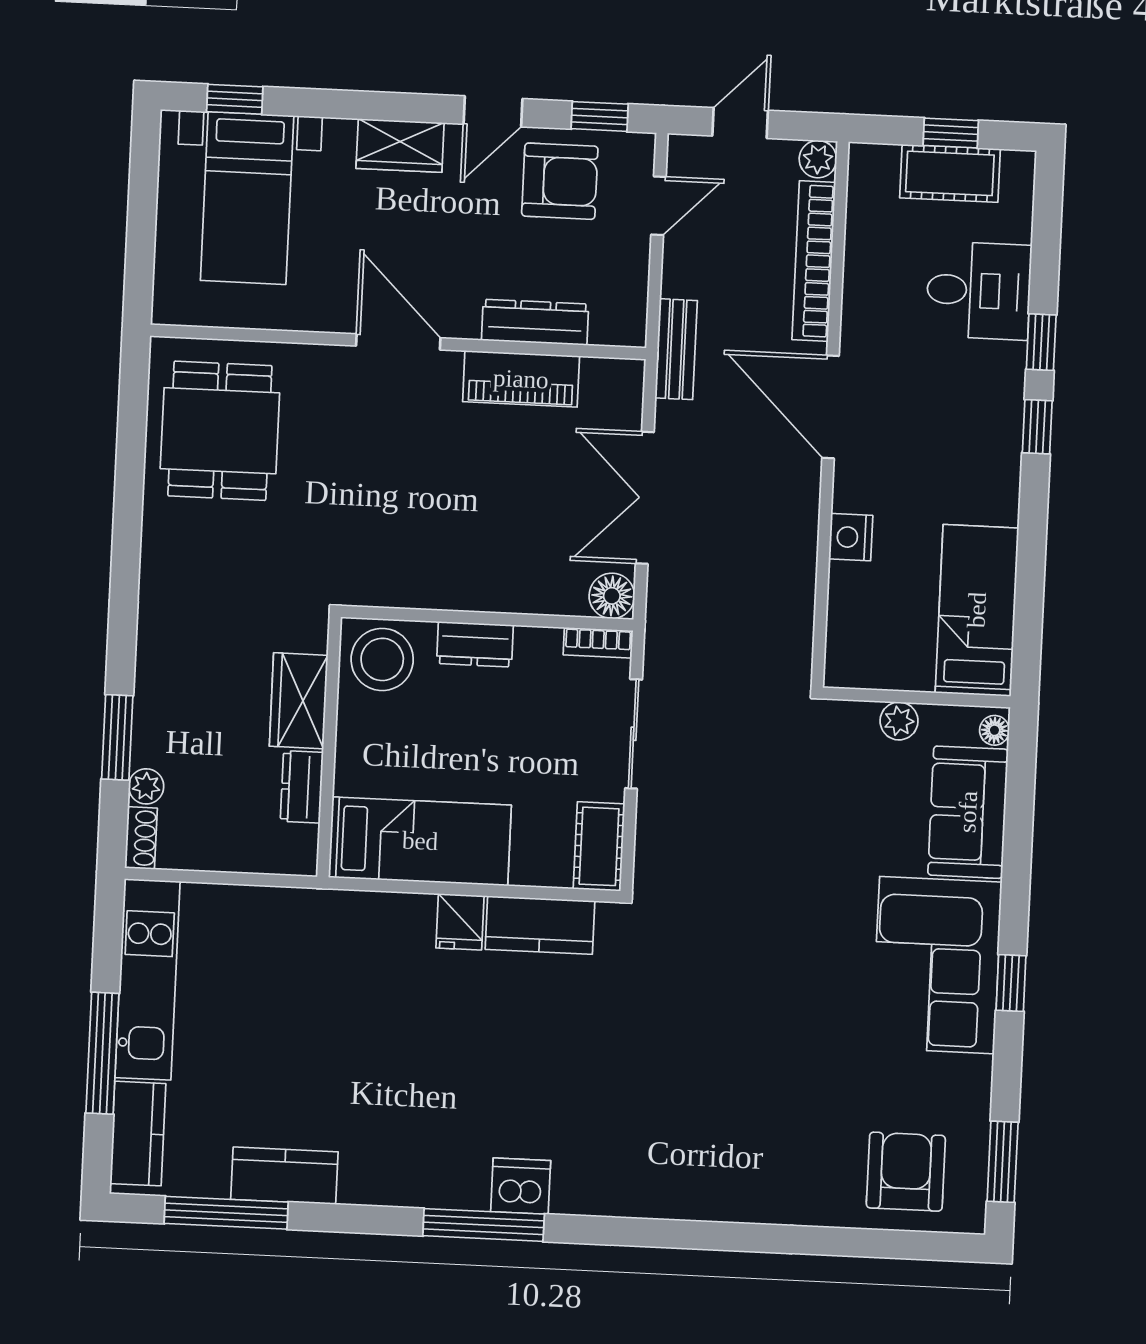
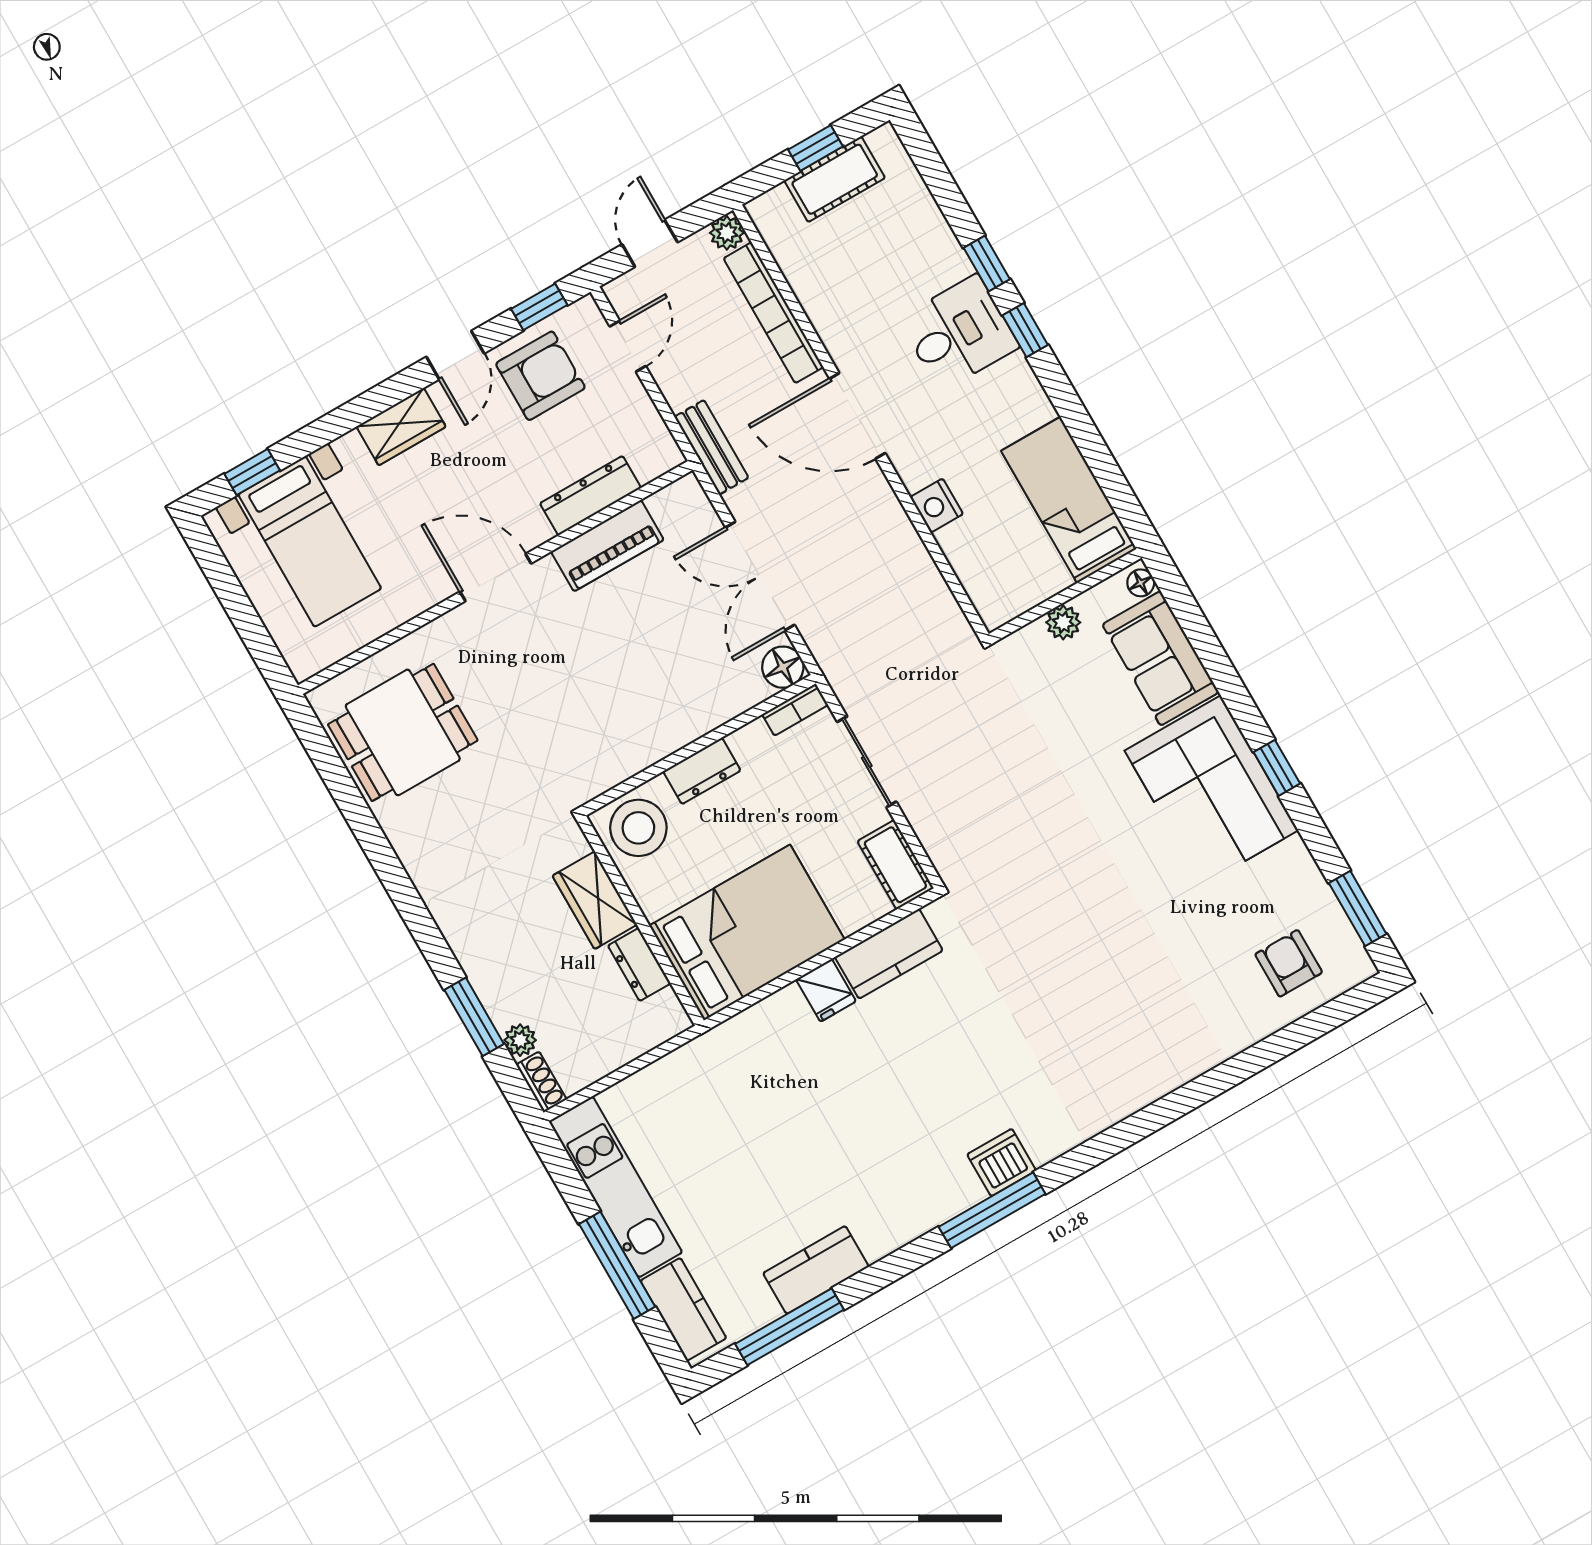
desk: (979, 291) -> (959, 333), moved
dining table: (220, 431) -> (403, 732), turned 90
bed: (420, 841) -> (747, 933), width x1.50
armchair: (906, 1172) -> (1289, 963), width x0.72, depth x0.72

